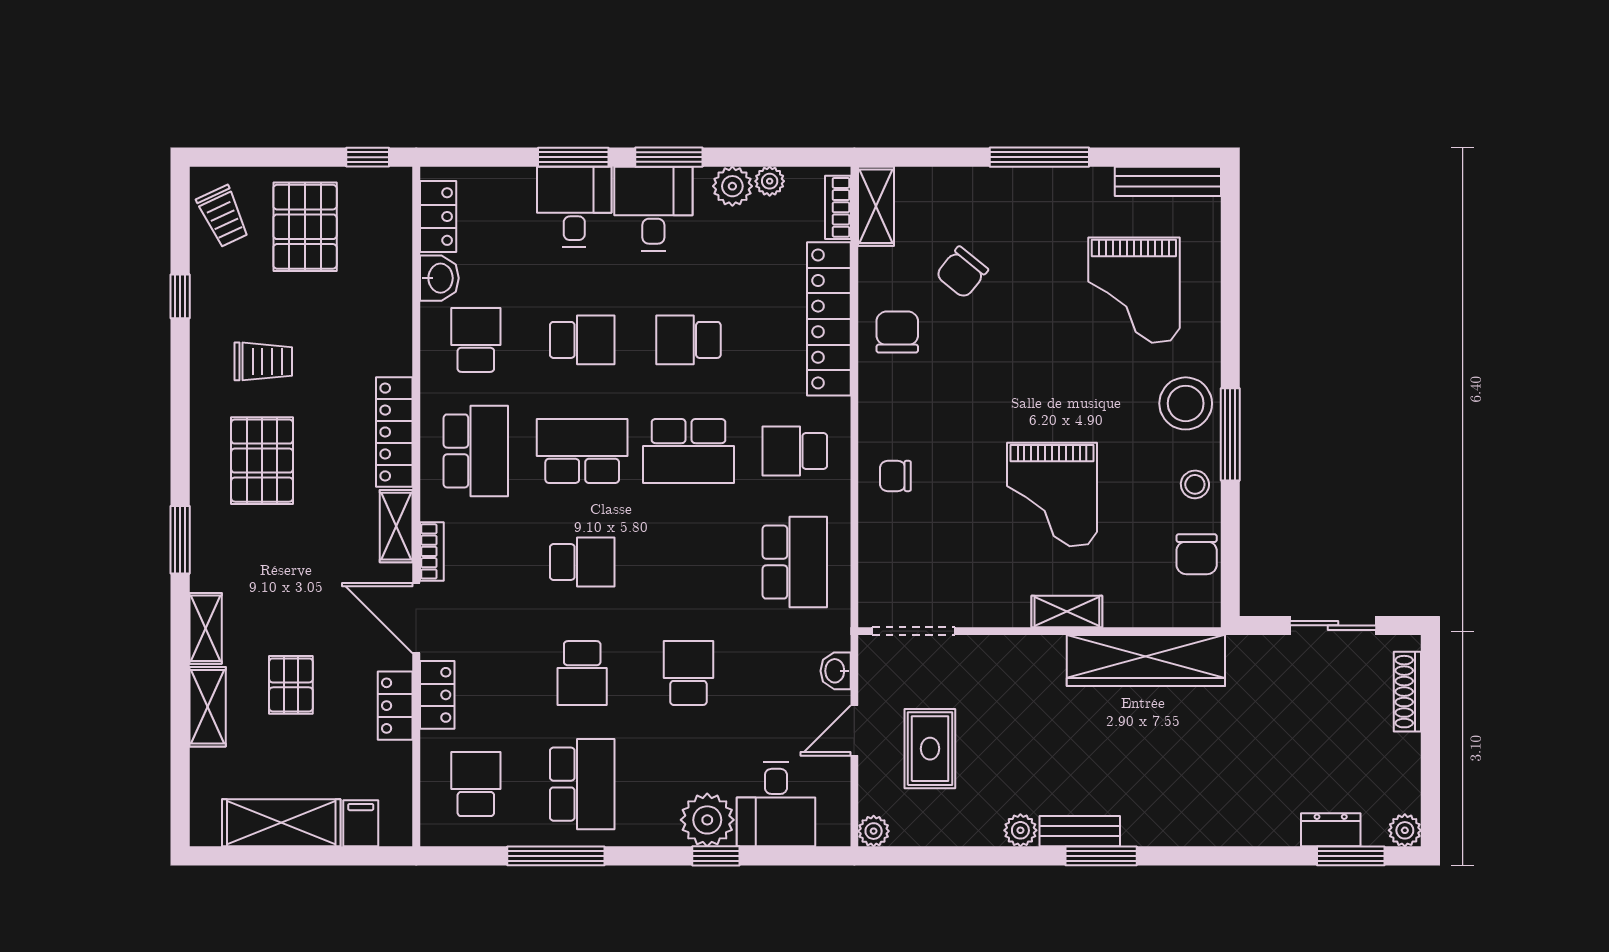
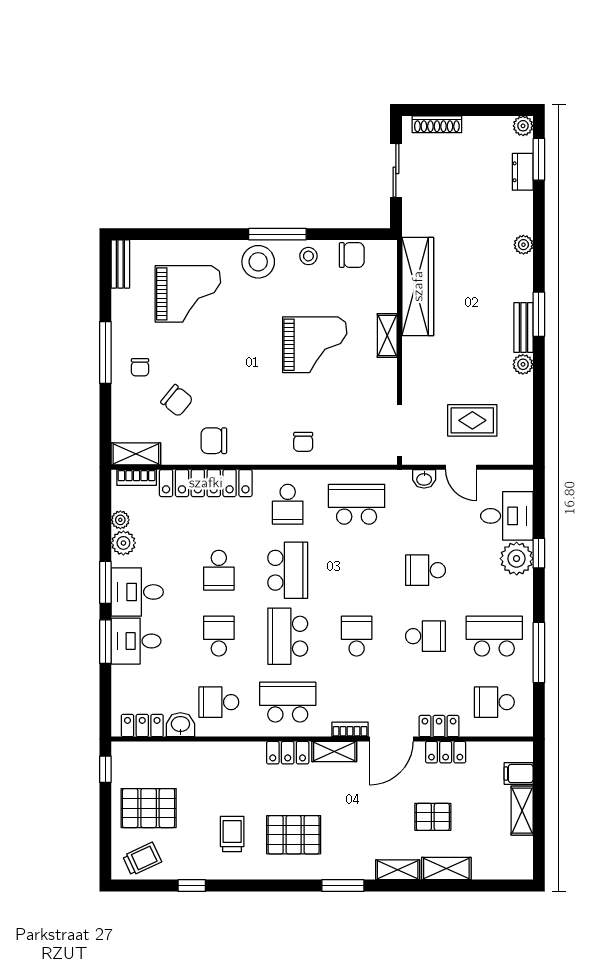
bench: (1168, 181) -> (120, 264), width x0.73
chair: (1016, 213) -> (140, 367), added
locker: (394, 432) -> (288, 753), width x0.66
shelving: (281, 823) -> (522, 811), width x0.67, depth x0.75
plant: (874, 831) -> (523, 245), moved

